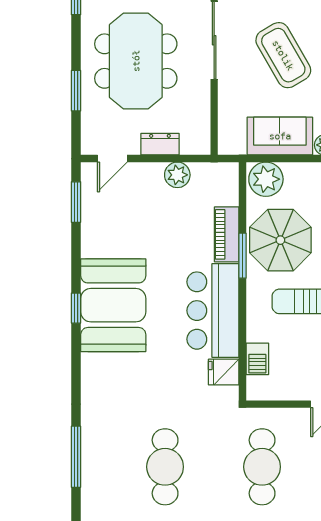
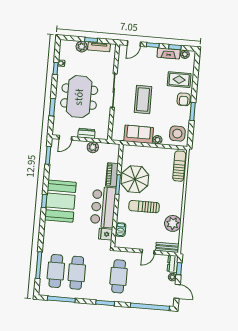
coffee table: (283, 55) -> (143, 100), turned 30
plant: (266, 179) -> (131, 152), removed
cafe table: (117, 467) -> (56, 271), added

